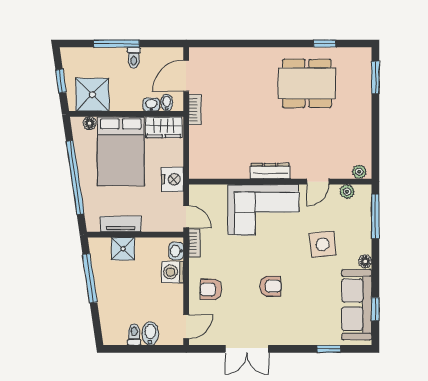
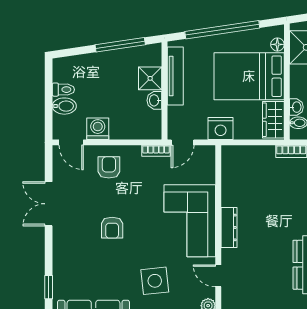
tv unit: (121, 224) -> (175, 76), width x1.41
washbasin: (176, 251) -> (154, 100), moved, turned -90
washing machine: (173, 272) -> (98, 129), moved

